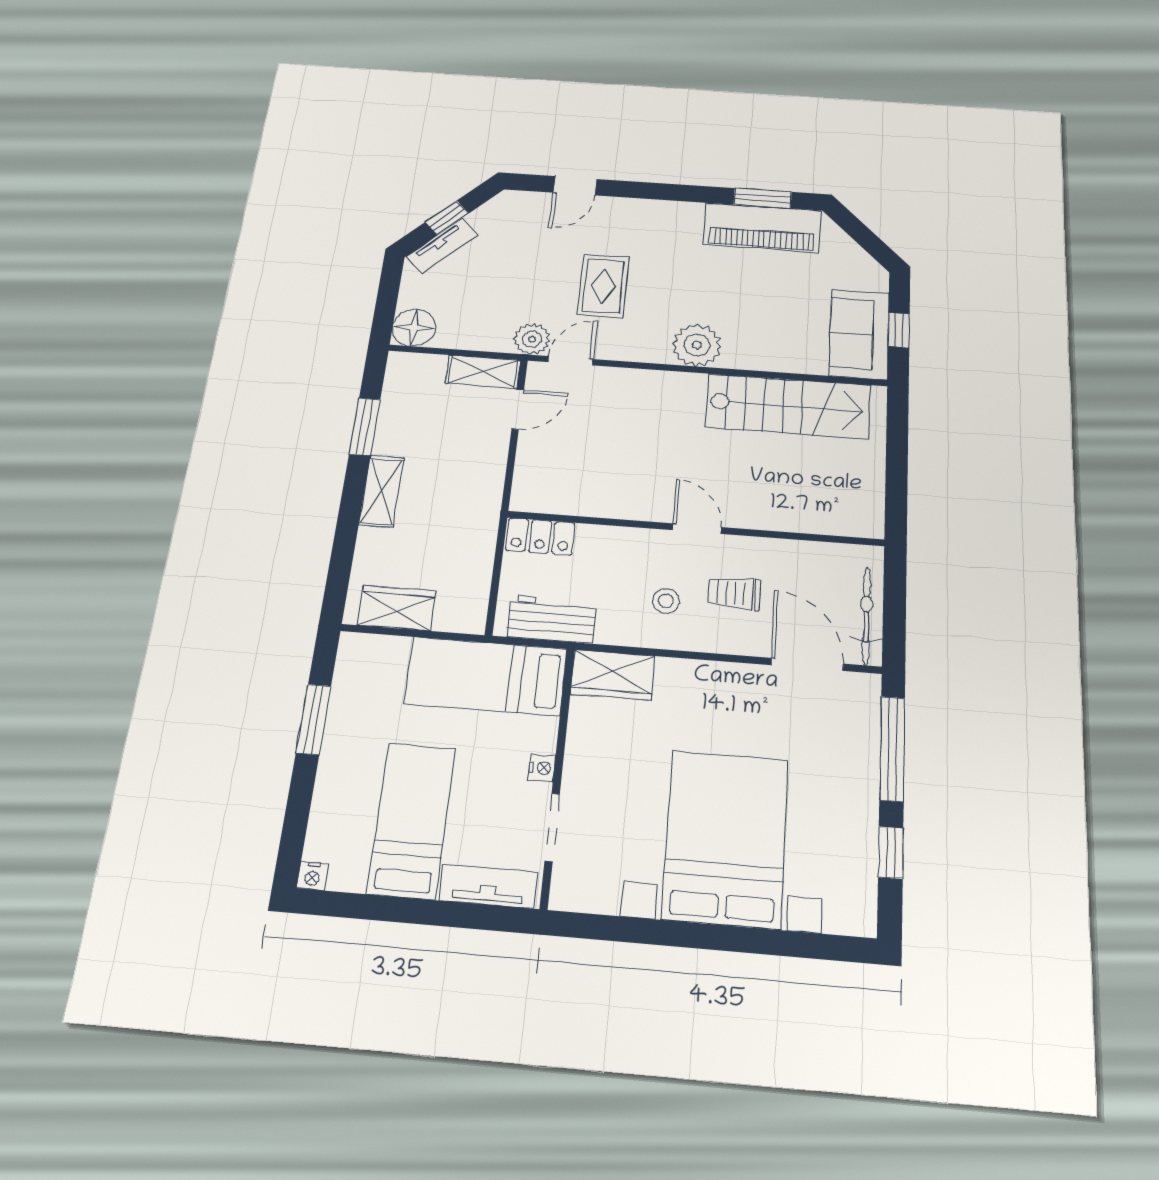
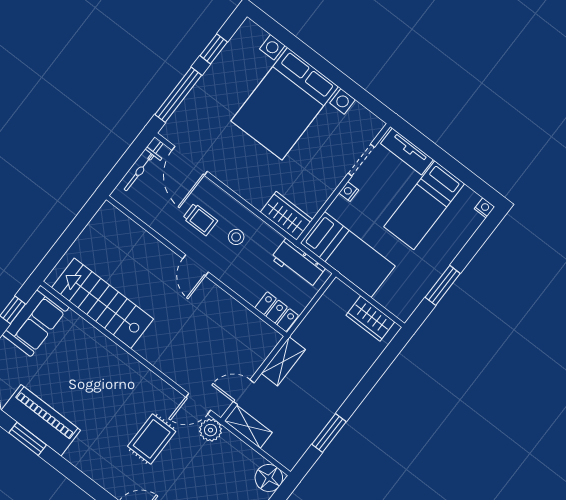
plant: (697, 345) -> (126, 370), removed
shelving: (382, 491) -> (283, 361), moved

